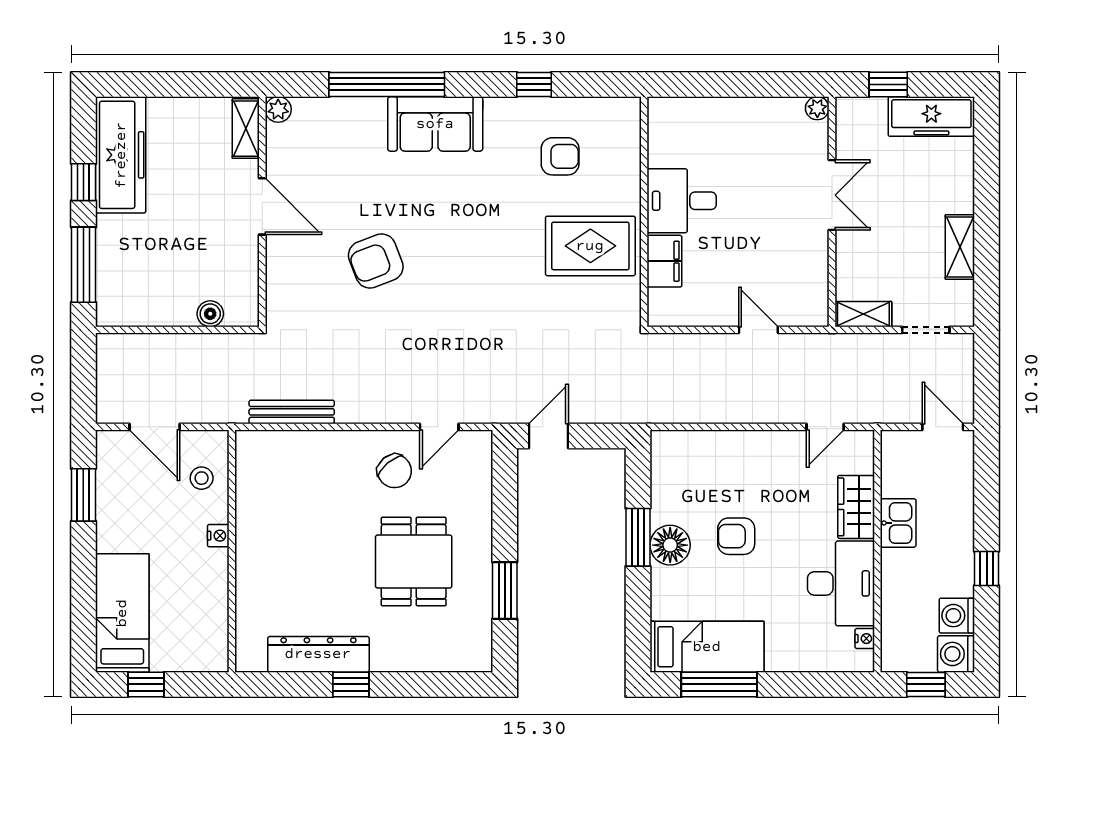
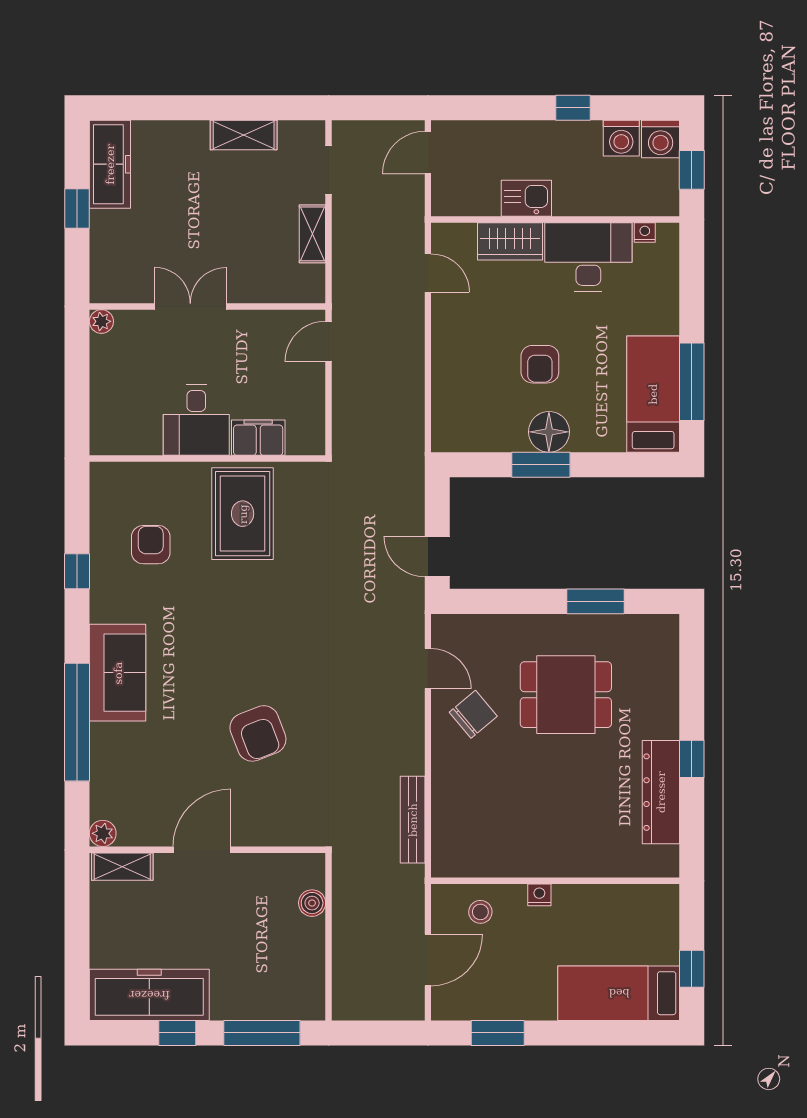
plant: (817, 108) -> (101, 321), moved
double door: (832, 195) -> (190, 306), moved
wall: (832, 212) -> (207, 306), moved

